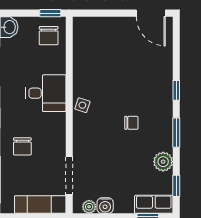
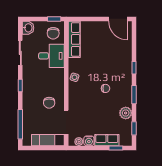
row of seats: (82, 45) -> (74, 39), added
desk: (46, 93) -> (51, 56), moved
chair: (22, 146) -> (49, 103), moved
row of seats: (154, 204) -> (107, 140), moved

